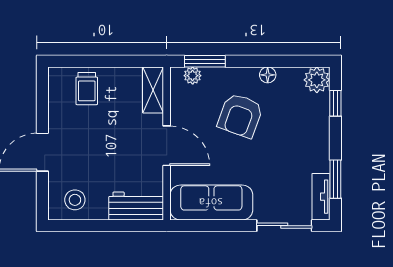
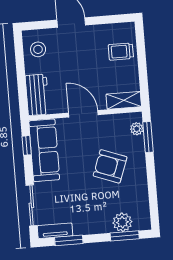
floor lamp: (268, 75) -> (142, 184), removed
plant: (317, 80) -> (122, 222), moved
window: (335, 103) -> (125, 236), width x1.50
door: (167, 146) -> (83, 114), swing flipped
window: (203, 226) -> (27, 145), added

